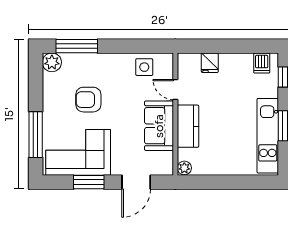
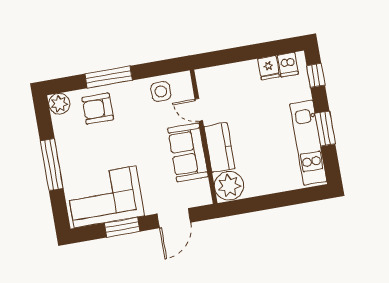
window: (77, 46) -> (109, 77), moved
fridge: (210, 63) -> (269, 68), moved
armchair: (88, 100) -> (98, 109), moved
window: (36, 135) -> (52, 165), moved
plant: (184, 168) -> (229, 186), width x1.88, depth x1.88

